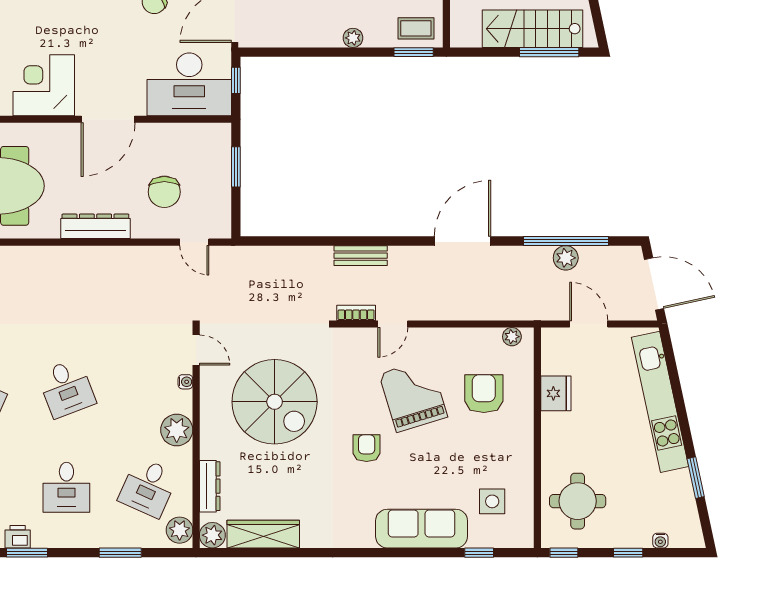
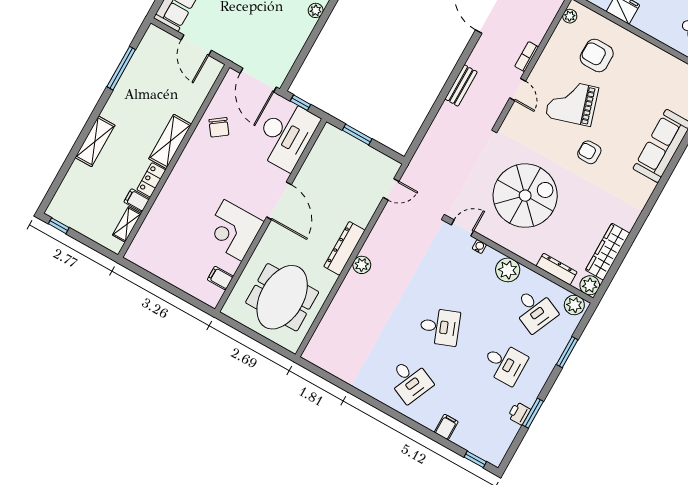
chair: (164, 192) -> (347, 191), removed
plant: (88, 257) -> (362, 265), added
bookcase: (356, 313) -> (527, 57), moved
side table: (492, 501) -> (670, 90), removed

